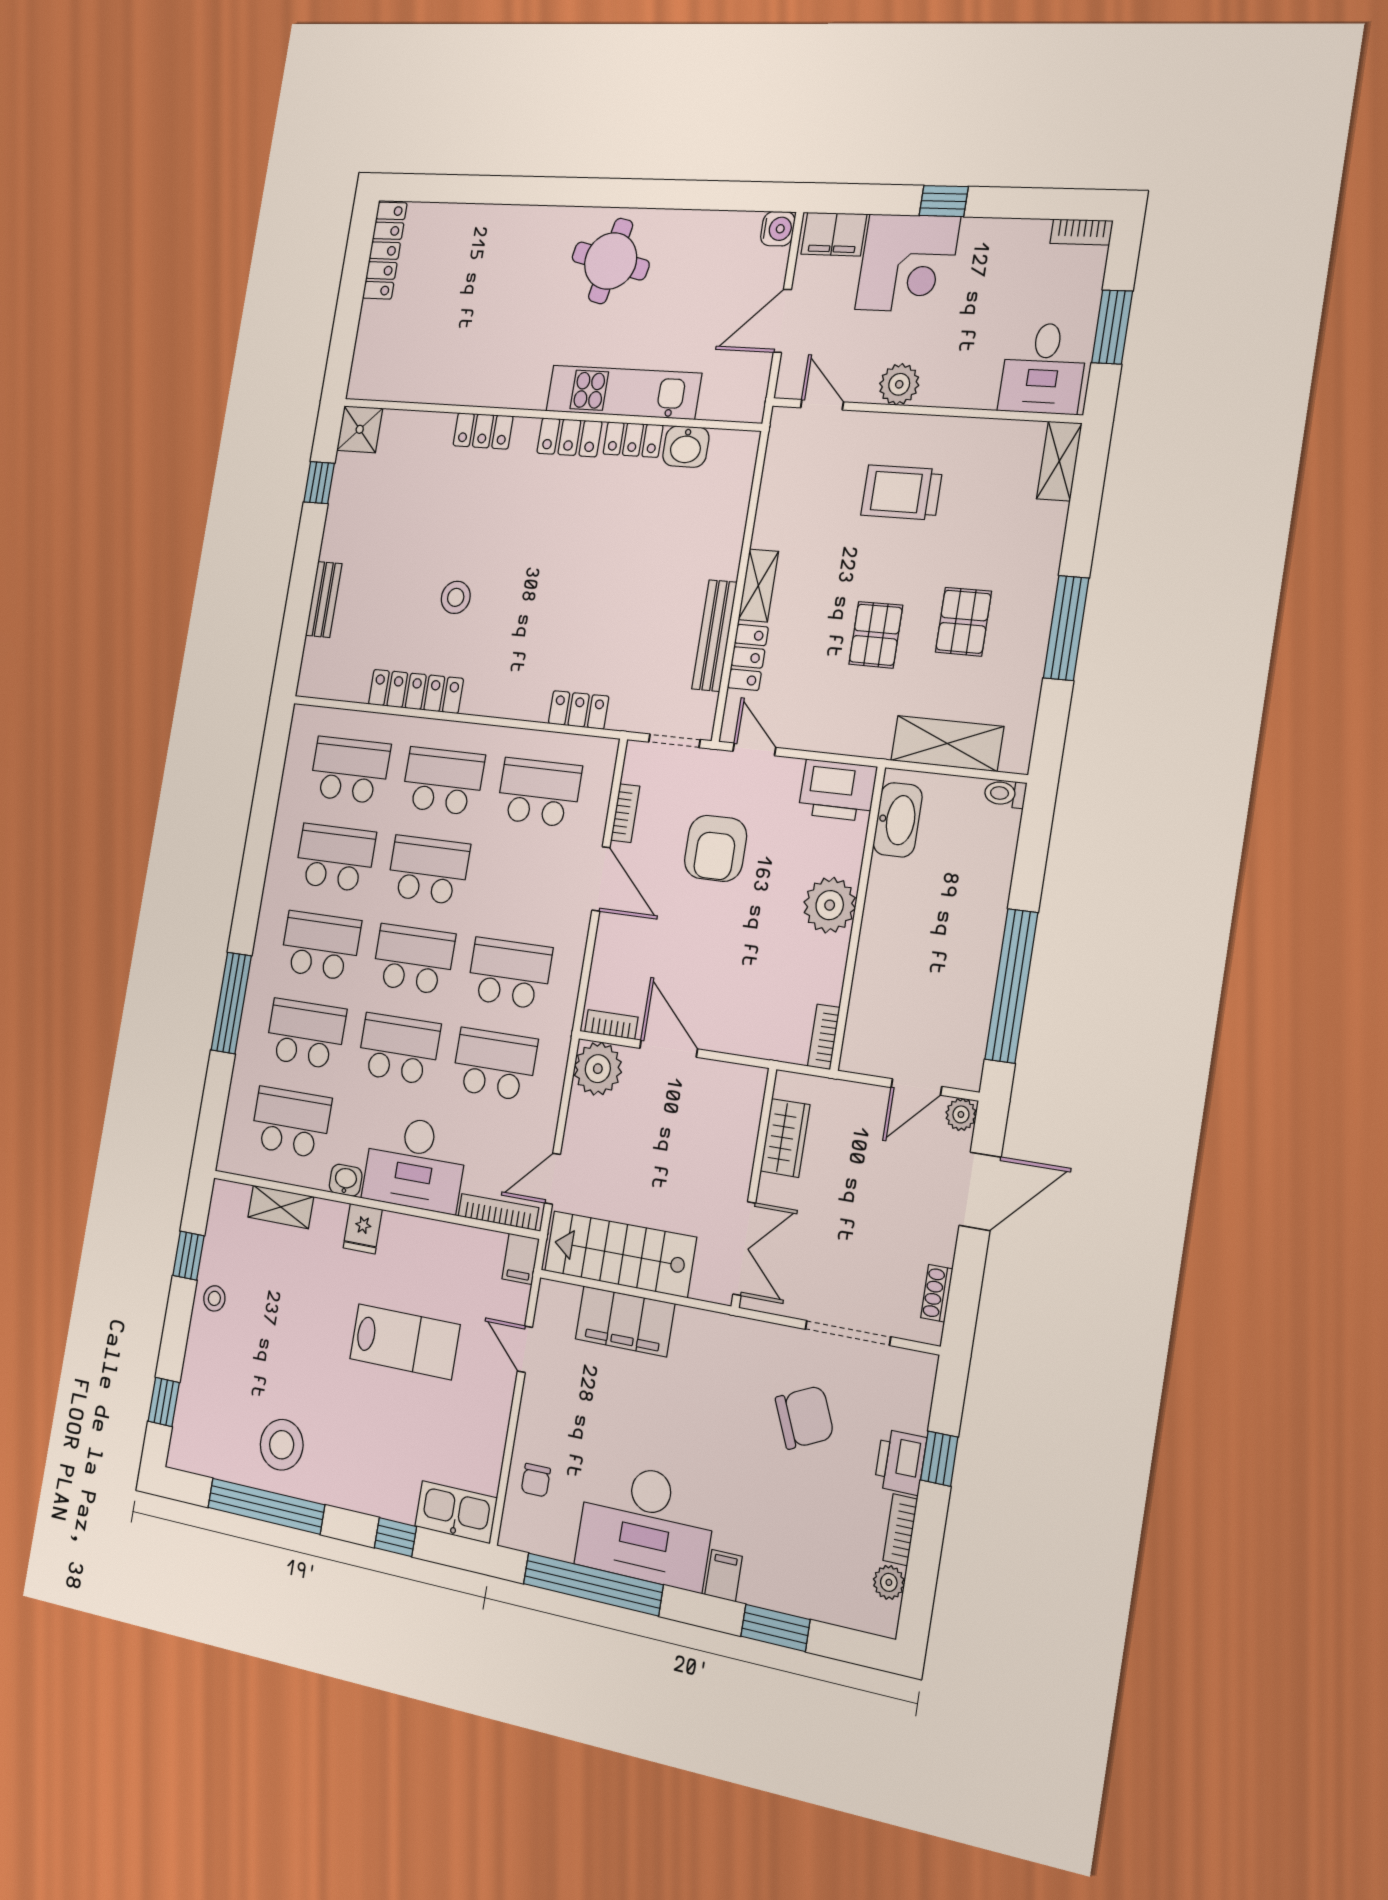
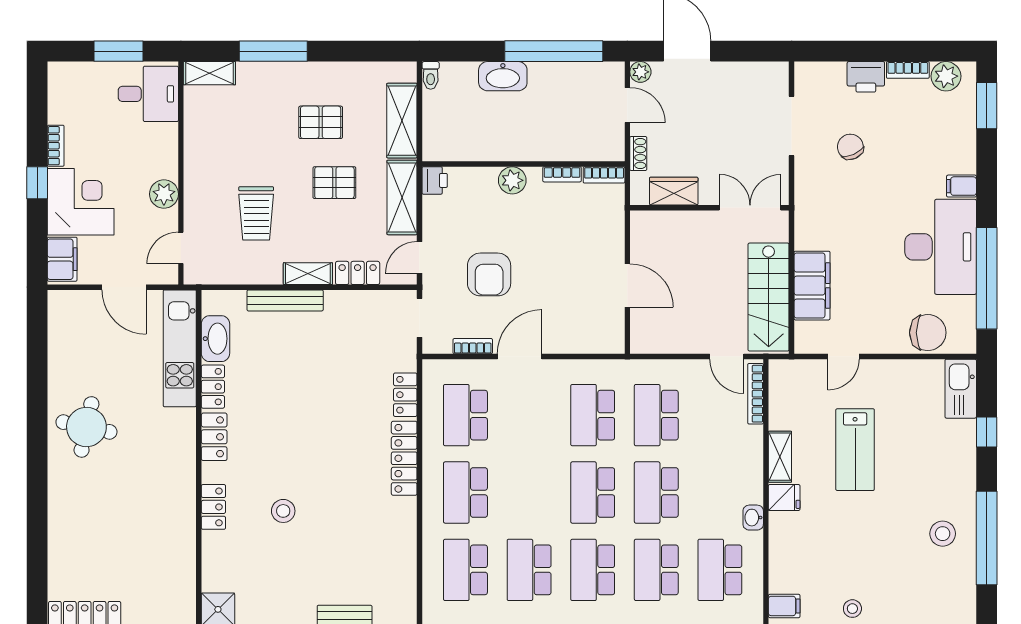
water cooler: (778, 229) -> (60, 302), removed
bookcase: (1081, 232) -> (56, 146), moved
kitchen unit: (623, 392) -> (180, 348), moved
washbasin: (686, 447) -> (215, 339), width x1.38
trolley: (901, 492) -> (256, 213), moved
stool: (456, 597) -> (283, 511), moved
window: (1066, 628) -> (273, 51), moved
bench: (714, 636) -> (285, 300), moved
locker: (416, 691) -> (404, 458), moved
shelving: (840, 732) -> (402, 197), added
printer: (838, 790) -> (435, 180), width x0.53, depth x0.68
washbasin: (898, 820) -> (503, 76), moved, turned 180
armchair: (716, 848) -> (489, 274), turned 90
school desk: (428, 870) -> (529, 493), removed
plant: (830, 905) -> (512, 180), width x0.73, depth x0.73
bookcase: (611, 1024) -> (562, 174), moved, turned -90
door: (669, 1049) -> (627, 285), swing flipped
plant: (598, 1069) -> (648, 336), removed
desk: (415, 1164) -> (733, 465), removed
shelving: (281, 1207) -> (780, 457), moved
filing cabinet: (521, 1259) -> (784, 606), moved
shoe rack: (937, 1293) -> (638, 154), moved, turned -90
lab bench: (405, 1342) -> (855, 450), turned 180
chair: (805, 1417) -> (850, 147), width x0.73, depth x0.73
stool: (282, 1445) -> (943, 534), width x0.73, depth x0.73
window: (939, 1459) -> (859, 51), removed
chair: (536, 1480) -> (928, 333), width x1.87, depth x1.87
plant: (889, 1582) -> (946, 76), width x1.38, depth x1.38
window: (775, 1628) -> (987, 106), moved

